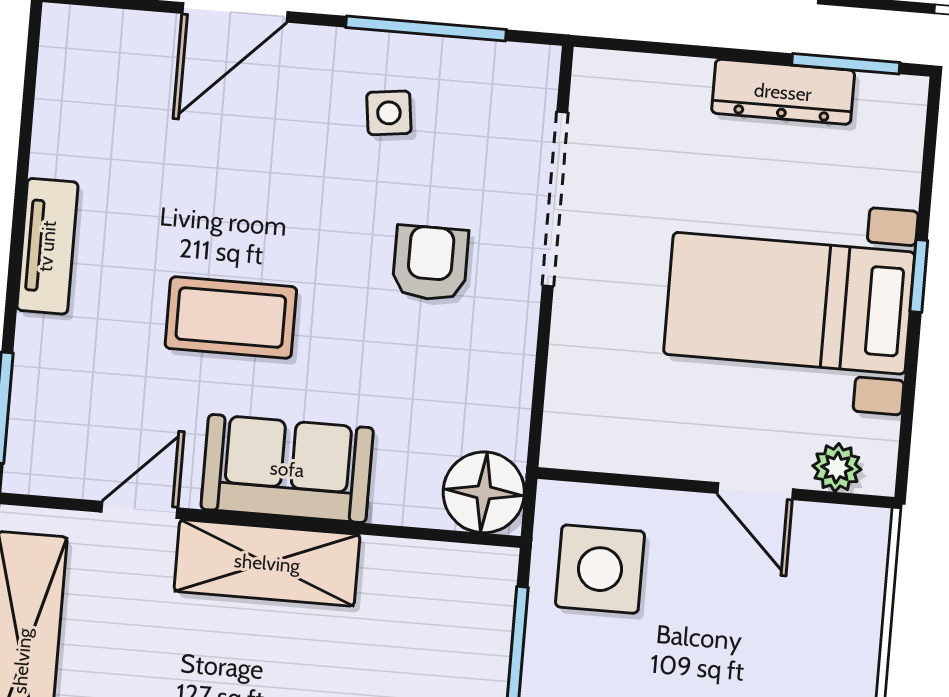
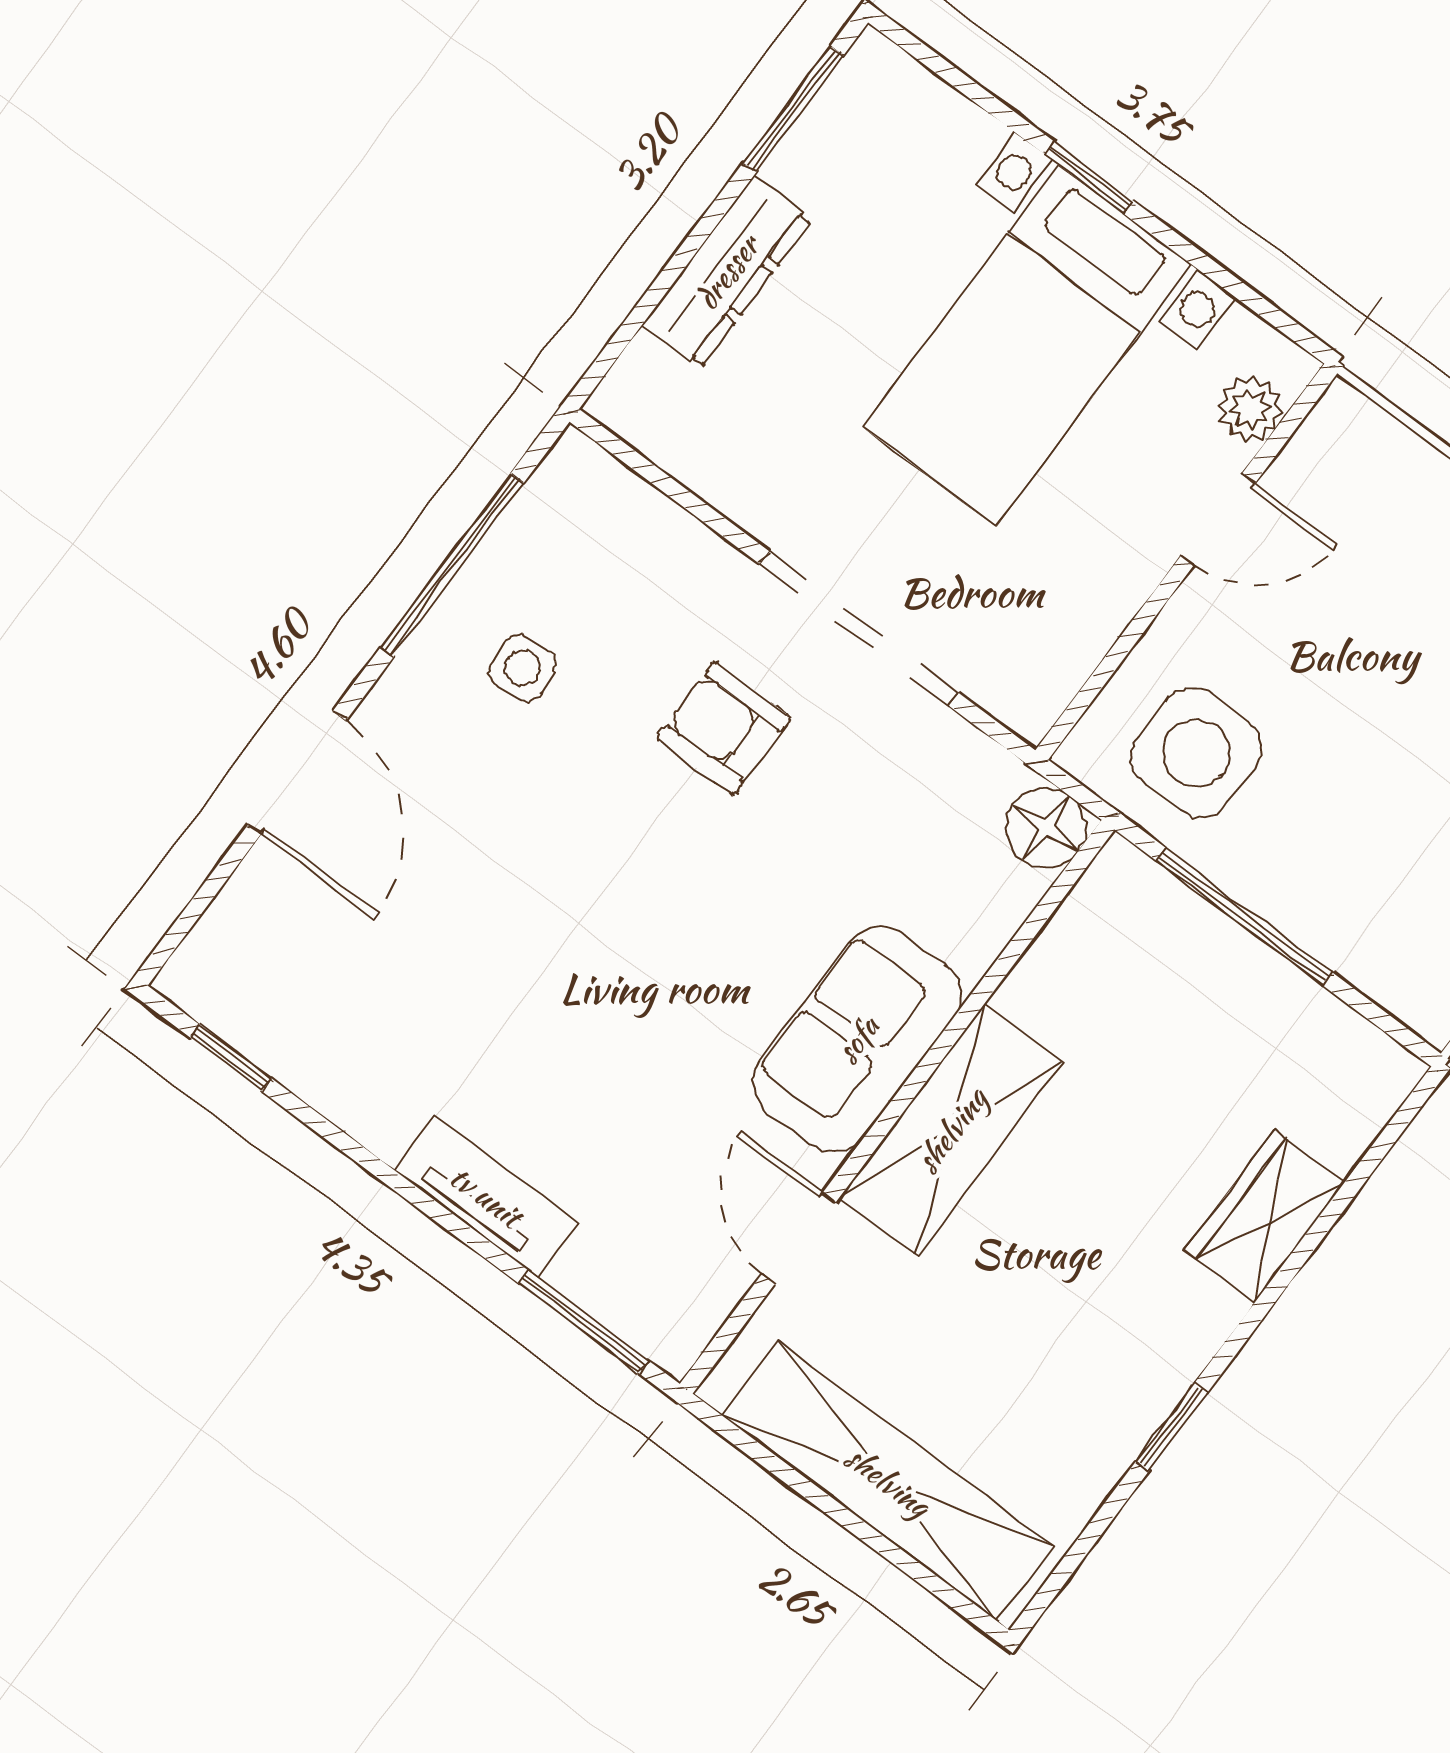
window: (30, 83) -> (231, 1058), added
dresser: (783, 92) -> (727, 272), moved
doorway: (555, 199) -> (859, 628), moved
tv unit: (47, 246) -> (486, 1196), moved
coffee table: (231, 318) -> (644, 996), removed
floor lamp: (484, 492) -> (1046, 828), width x0.73, depth x0.73

